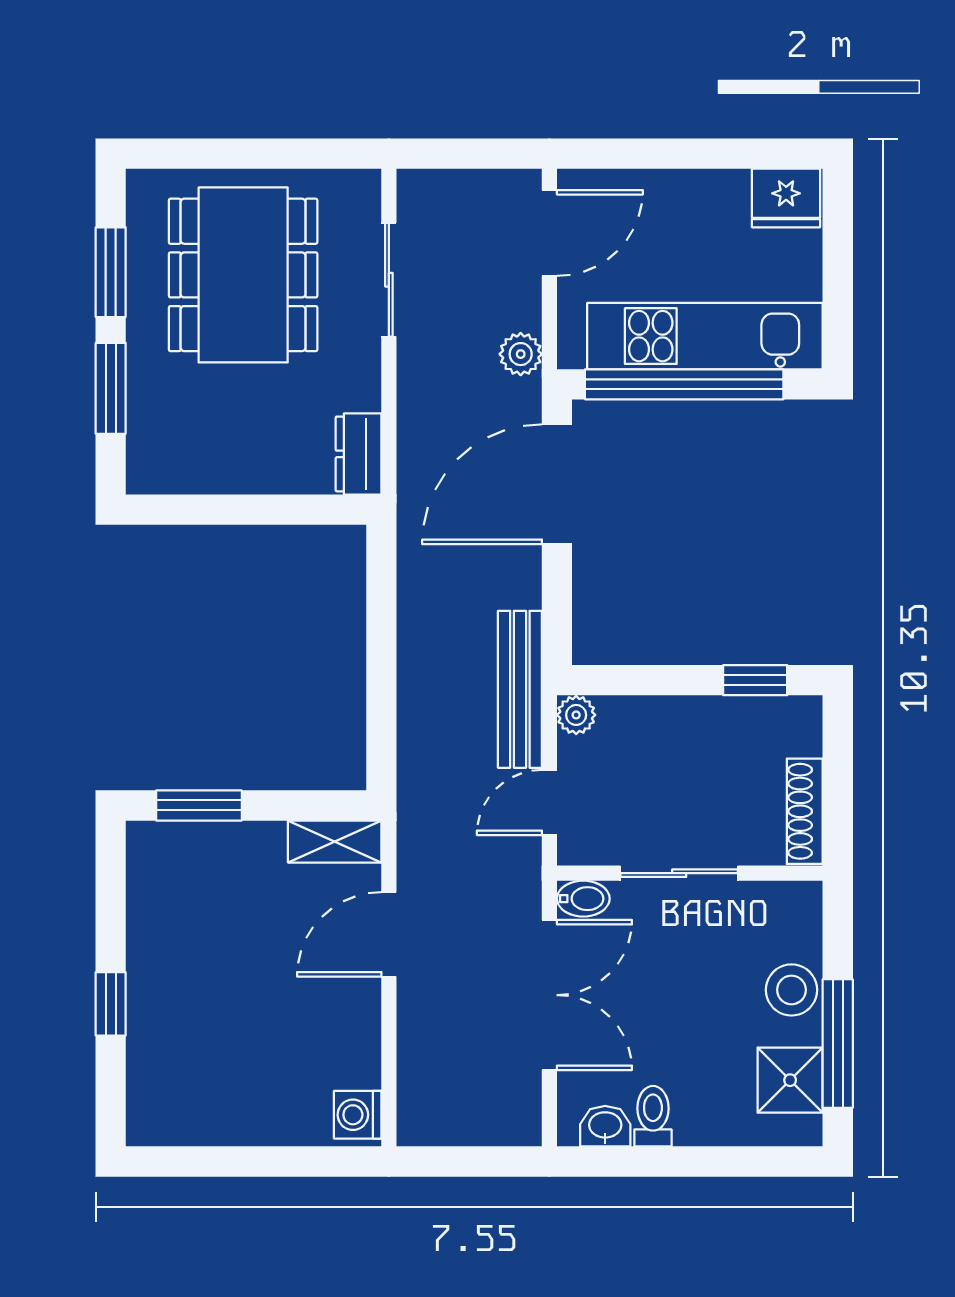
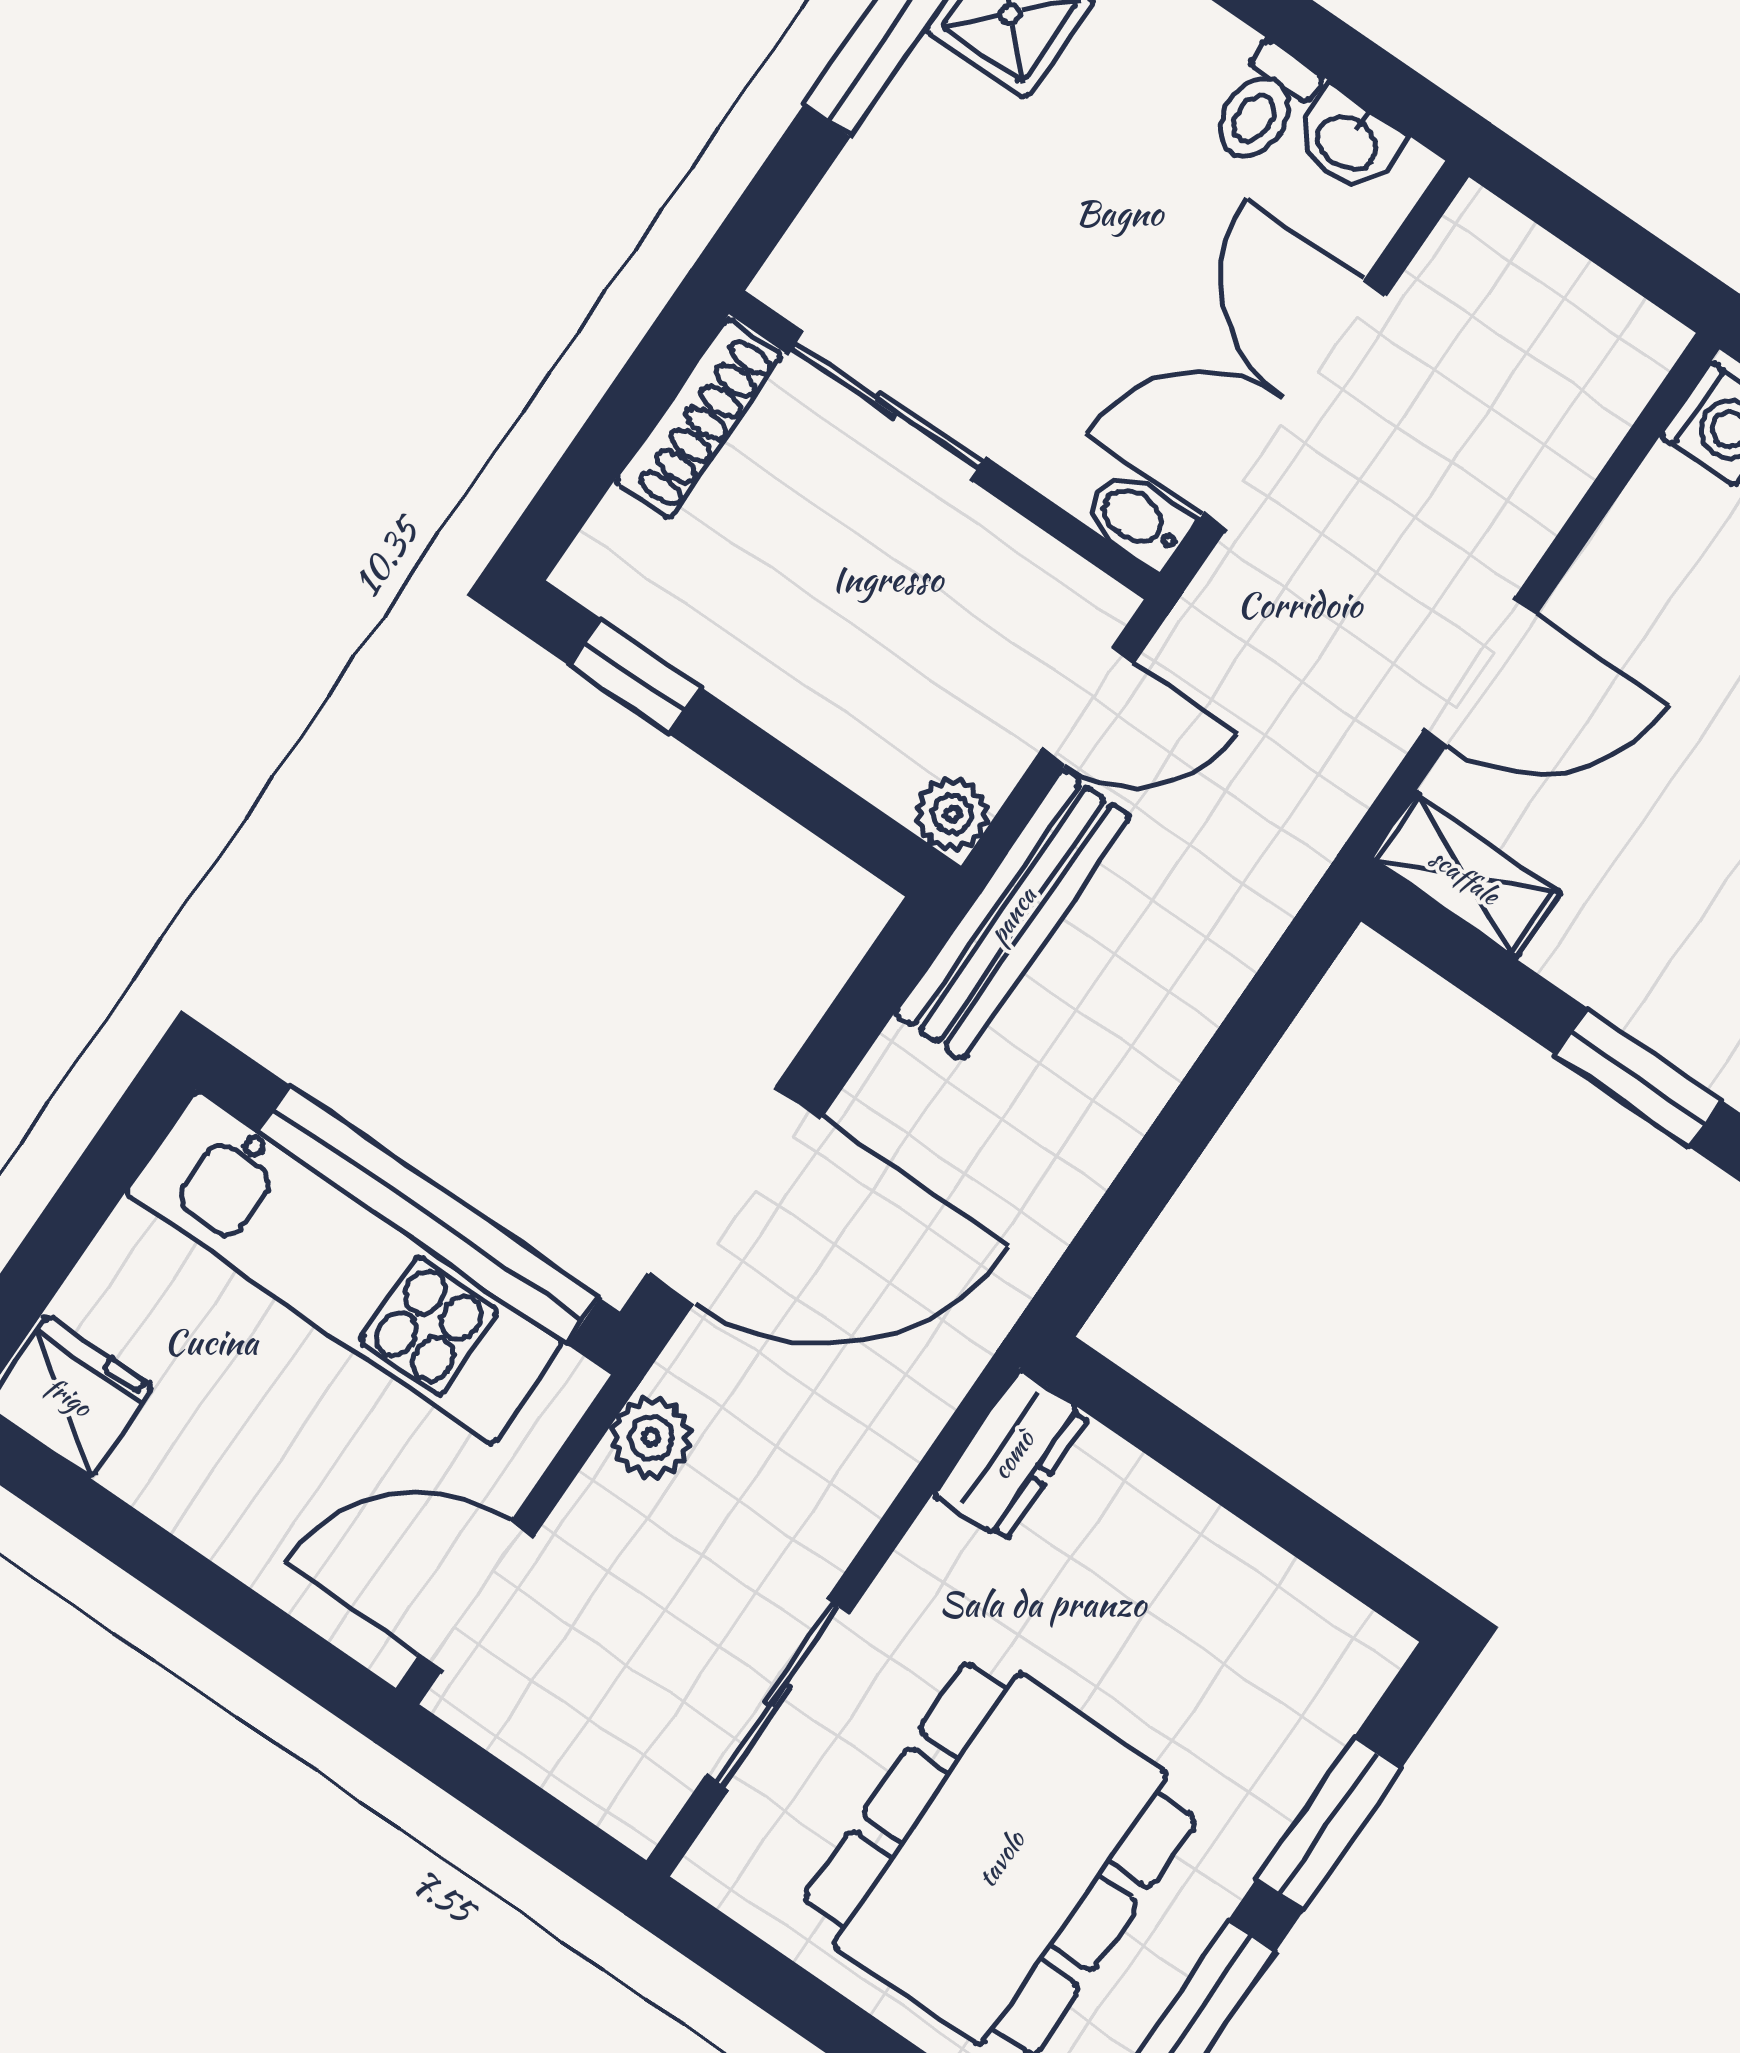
sliding door: (679, 873) -> (887, 405), moved
stool: (791, 990) -> (911, 153), removed

